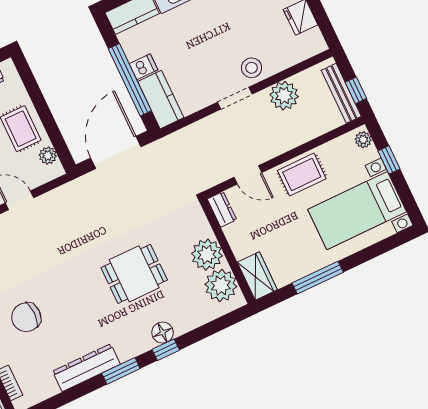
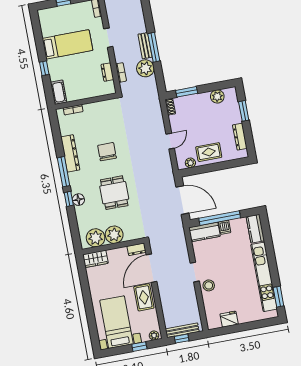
plant: (284, 96) -> (189, 299), removed
door: (248, 175) -> (151, 268), width x1.88
window: (318, 278) -> (86, 291), removed
chair: (26, 317) -> (107, 152), moved
window: (121, 371) -> (64, 172), width x1.44

